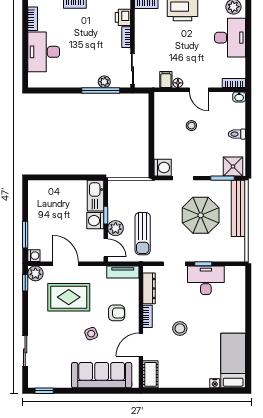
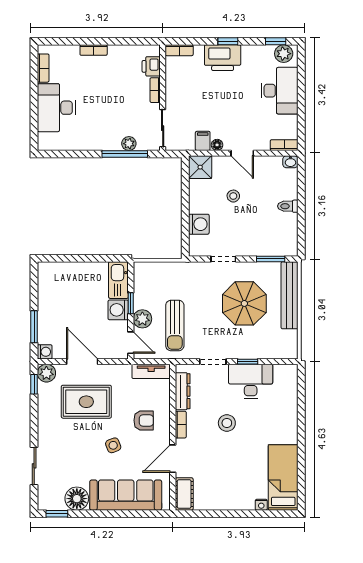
shower: (233, 166) -> (200, 167), moved
washing machine: (163, 168) -> (199, 224), moved
stool: (180, 328) -> (227, 423), moved
floor lamp: (61, 378) -> (77, 499), added

